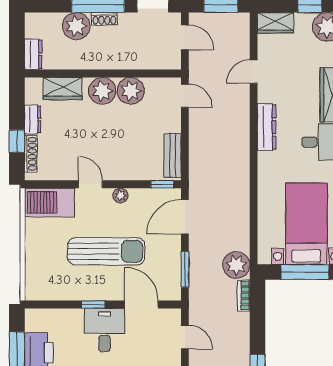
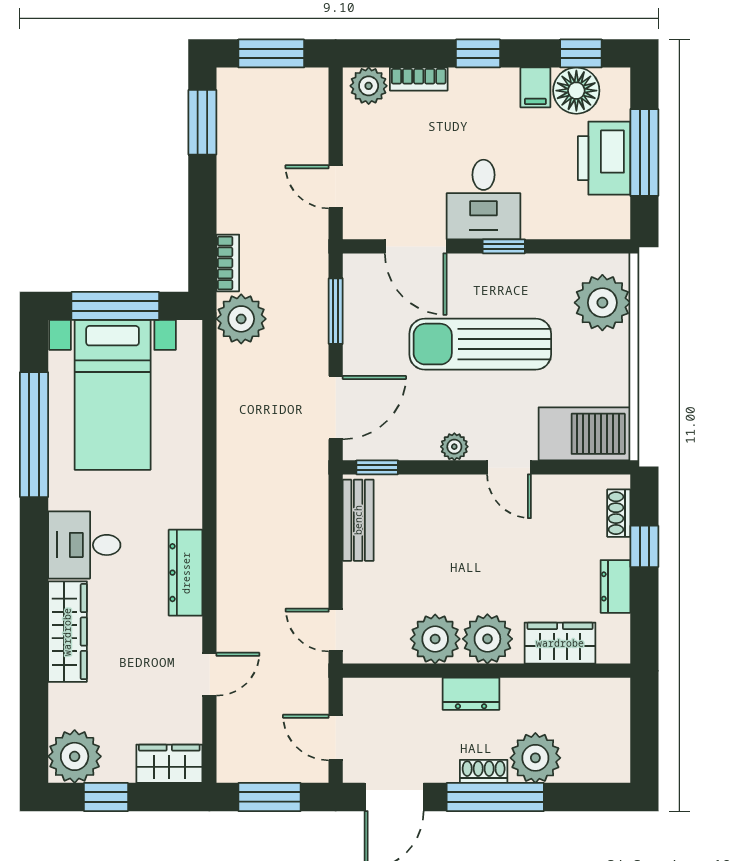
dresser: (33, 54) -> (471, 694), moved, turned -90
shoe rack: (31, 154) -> (619, 513), width x0.70
plant: (40, 274) -> (602, 303), added

